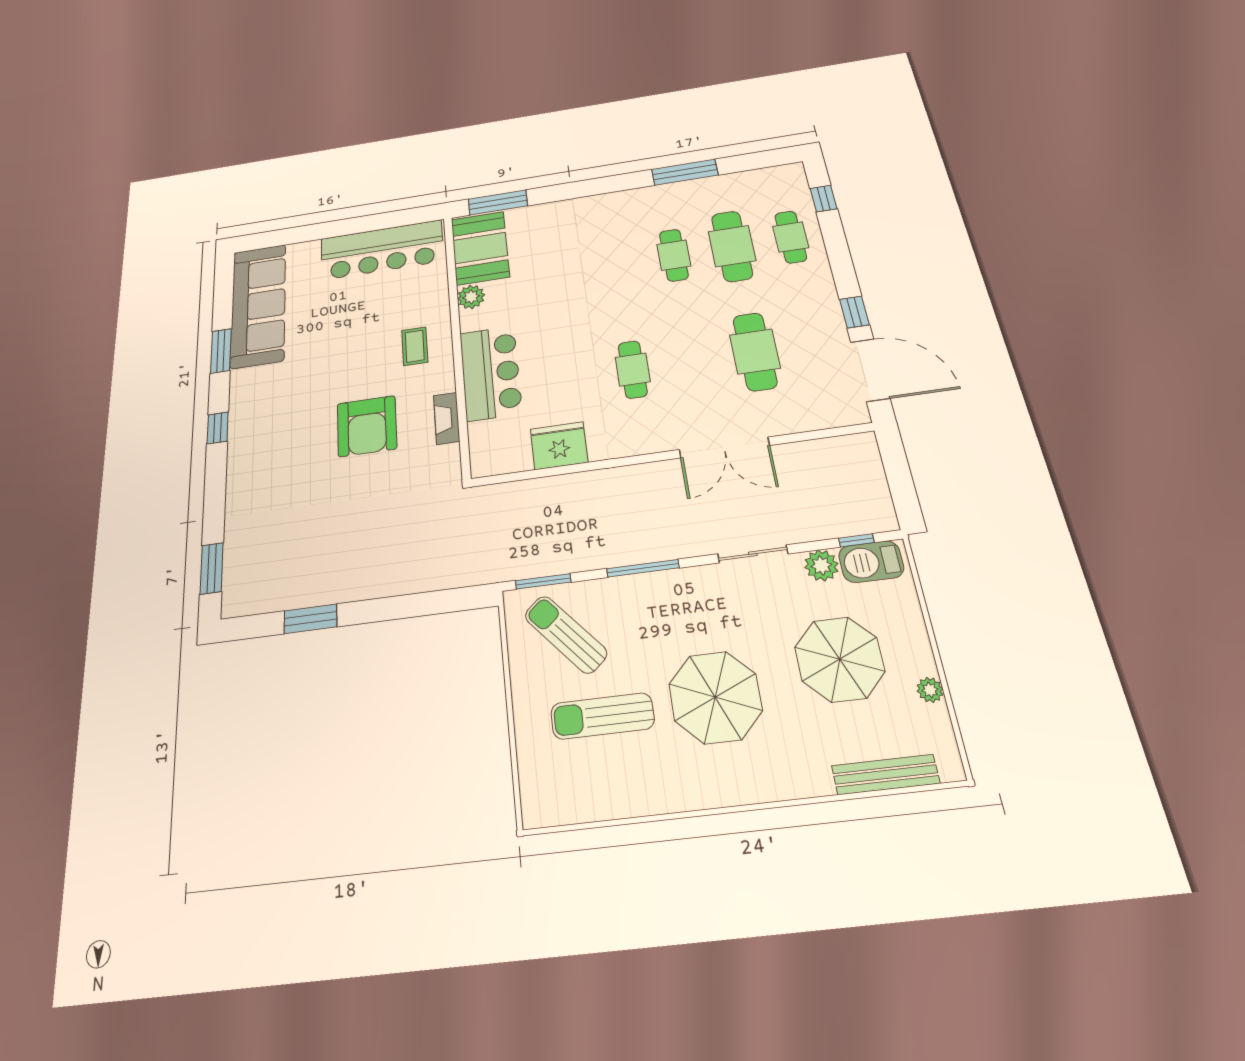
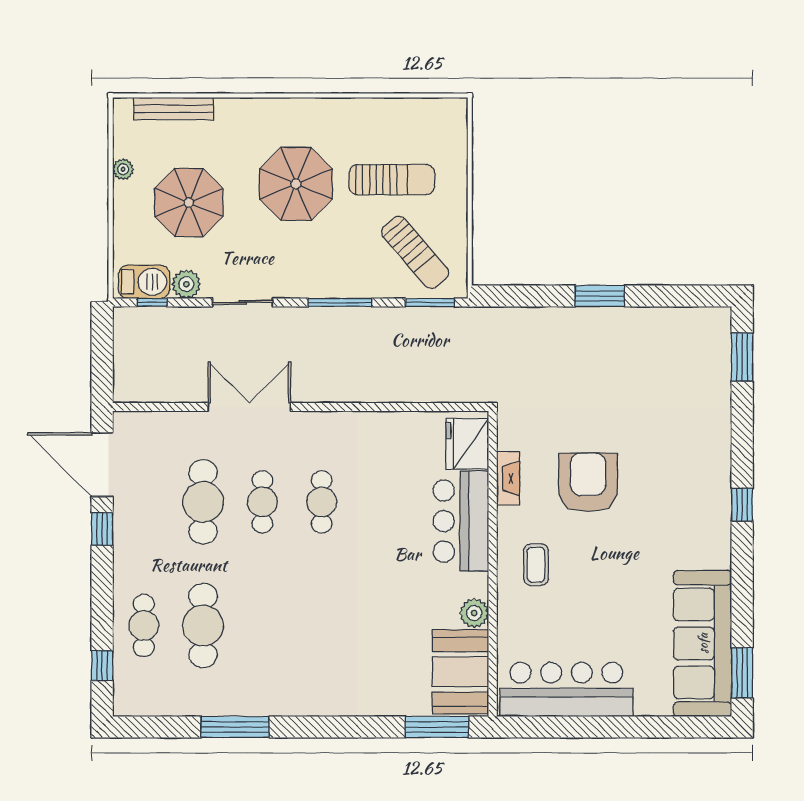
cafe table: (674, 255) -> (262, 502), moved
window: (221, 351) -> (742, 673), moved
fridge: (559, 446) -> (467, 444), moved, turned 90
window: (310, 619) -> (600, 296), moved

